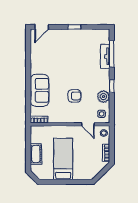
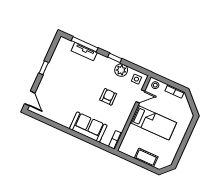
bed: (63, 159) -> (153, 123), moved, turned 180

